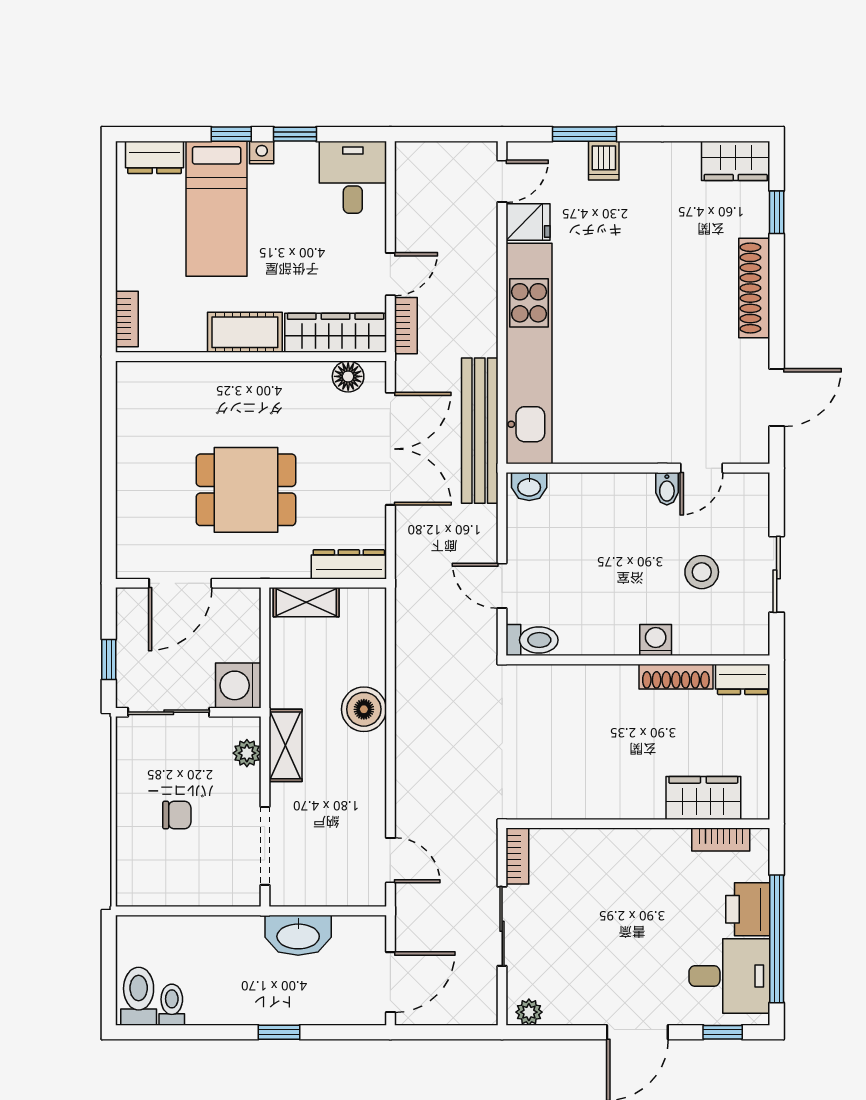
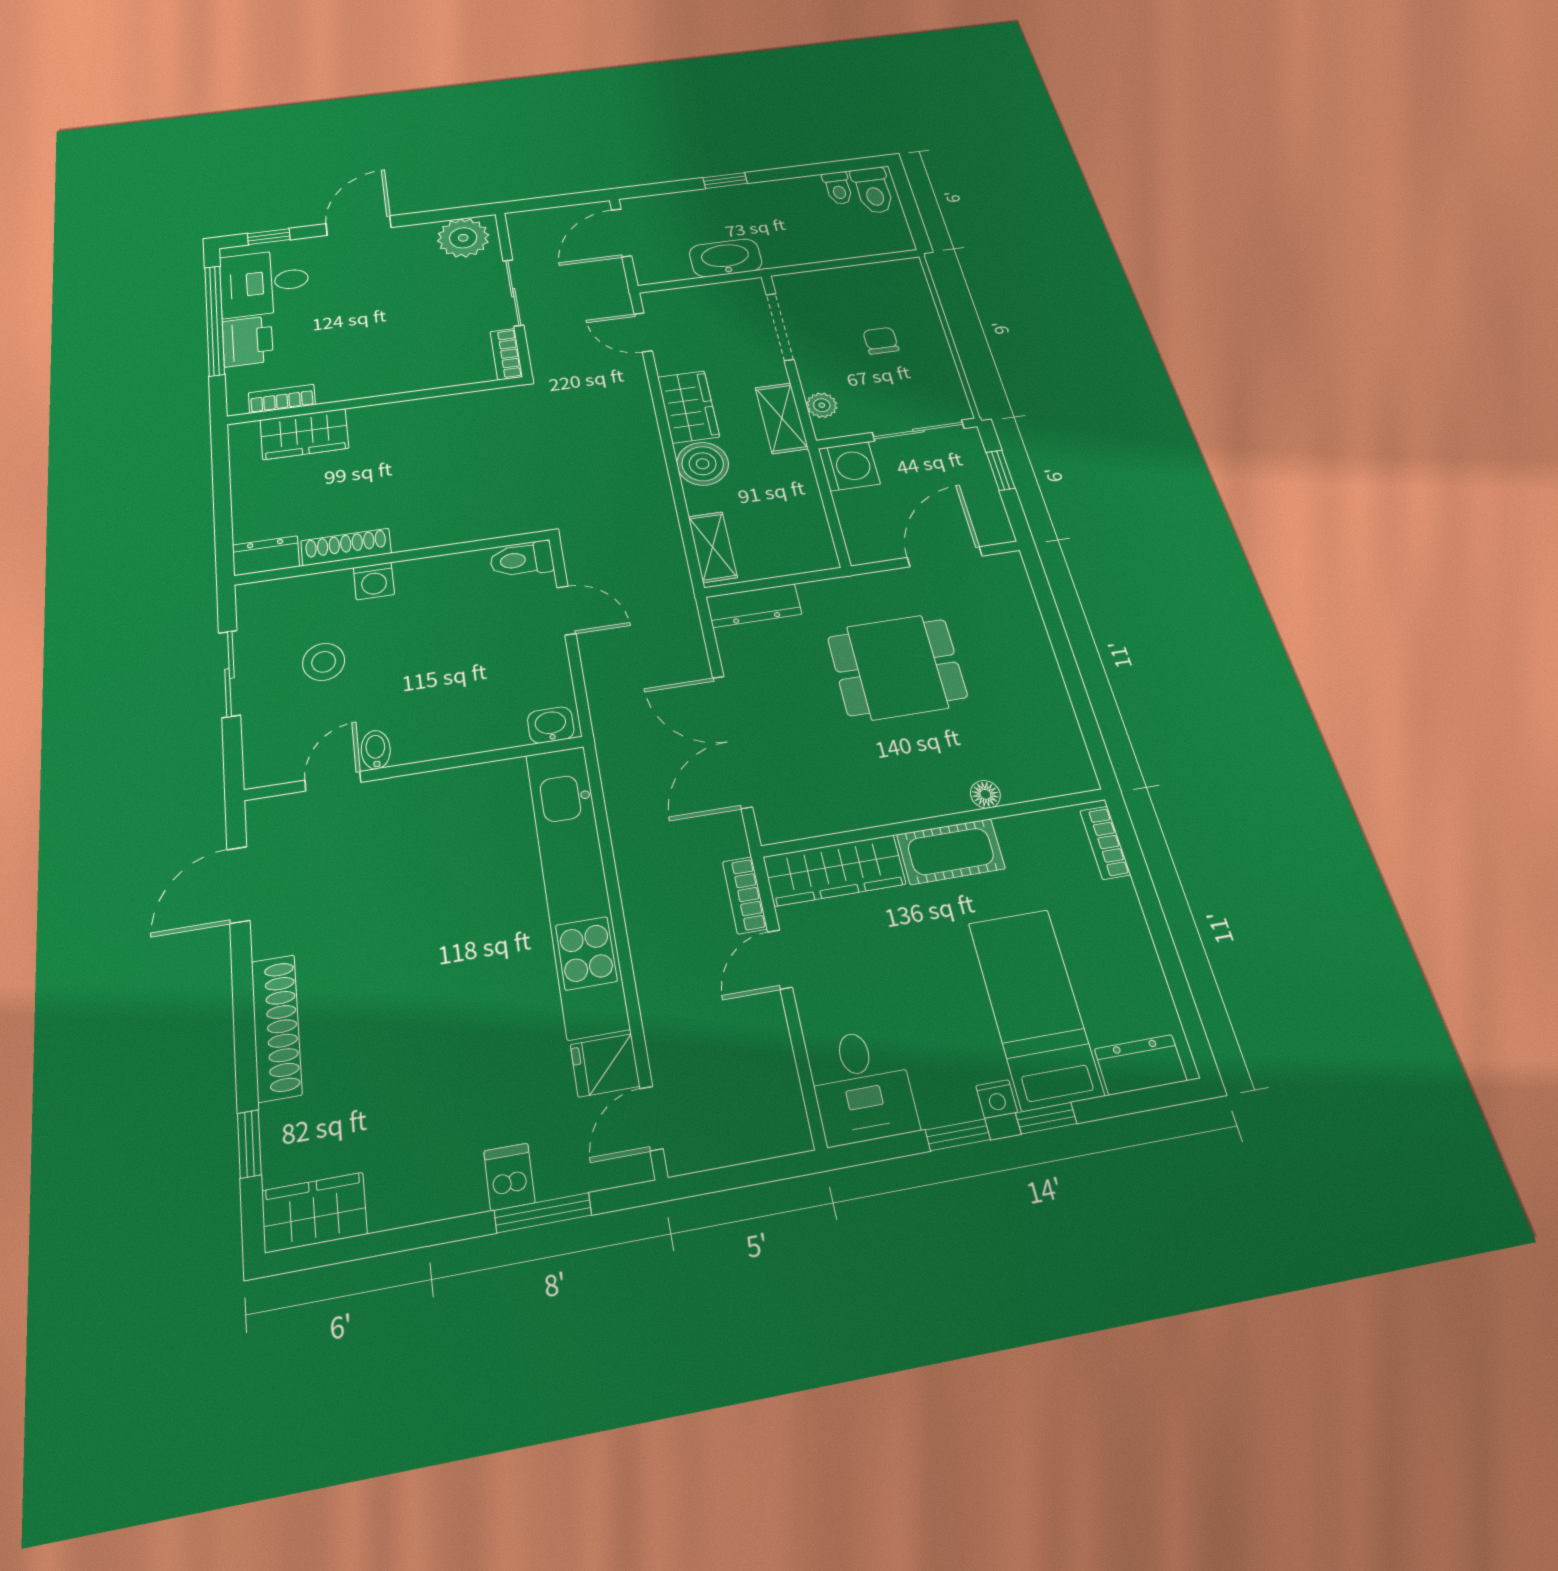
floor lamp: (348, 376) -> (985, 794), moved, width x0.73, depth x0.73
bench: (480, 431) -> (624, 781), removed
shelving: (306, 602) -> (713, 547), moved, turned 90
wardrobe: (365, 771) -> (688, 407), added
chair: (177, 815) -> (881, 341), turned 90
plant: (529, 1012) -> (463, 238), width x1.88, depth x1.88

